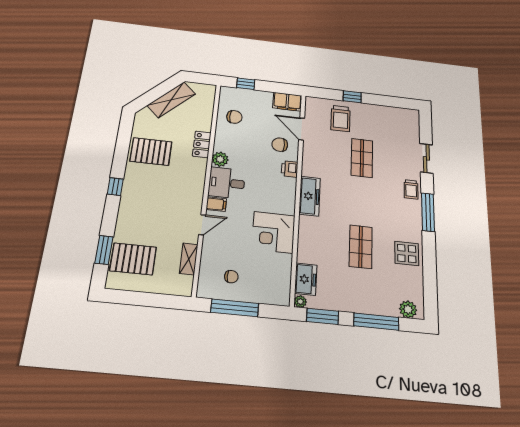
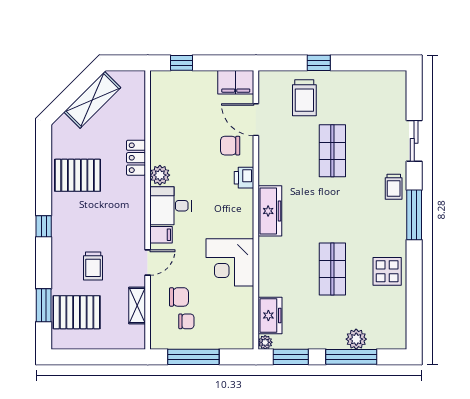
chair: (234, 117) -> (179, 297), moved
trolley: (154, 222) -> (93, 266), added
plant: (408, 309) -> (356, 339), moved

